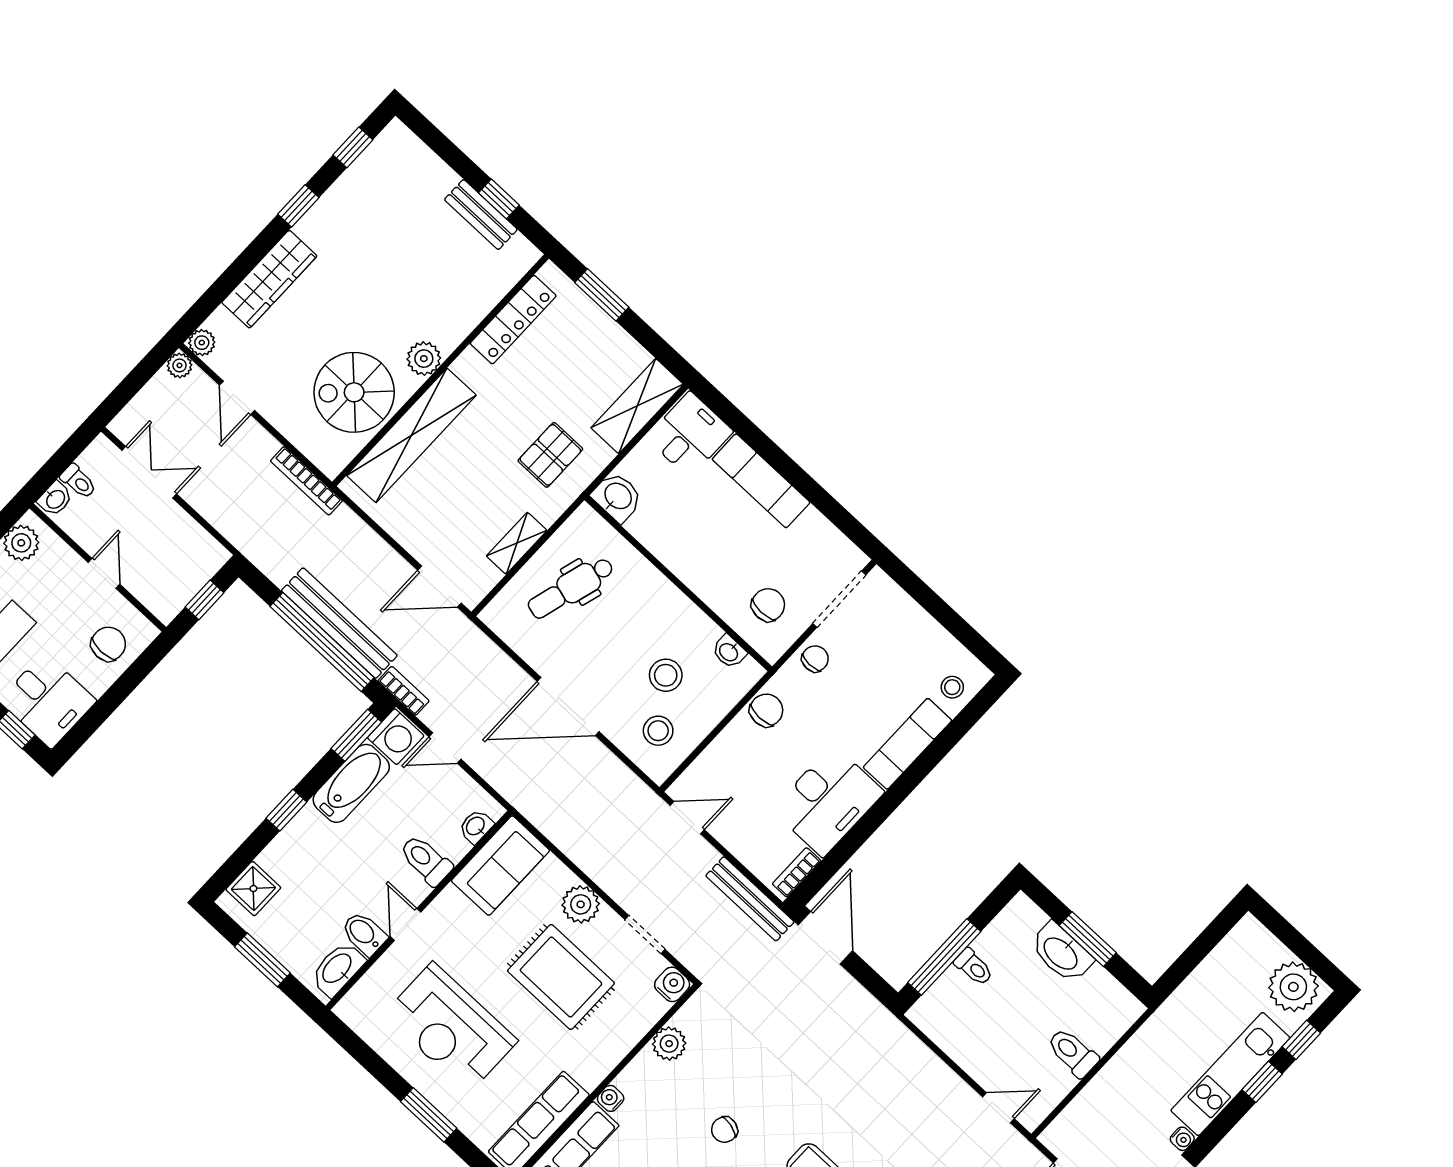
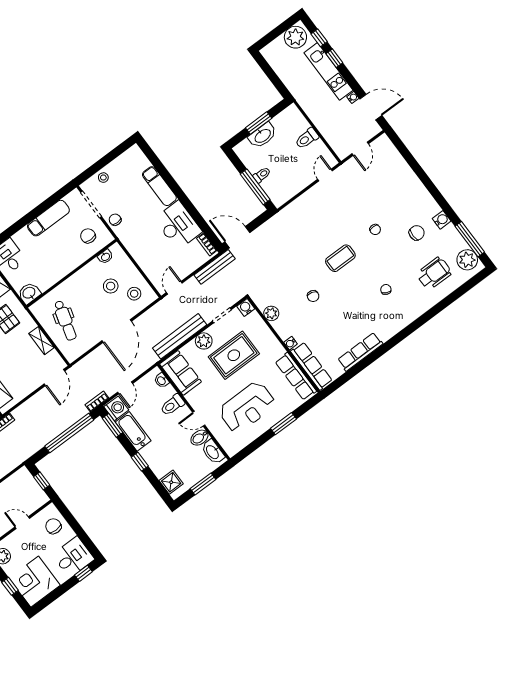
exam couch: (761, 481) -> (48, 218), moved
bench: (339, 623) -> (180, 336), moved
stool: (952, 687) -> (103, 178), moved
chair: (766, 710) -> (134, 245), removed

